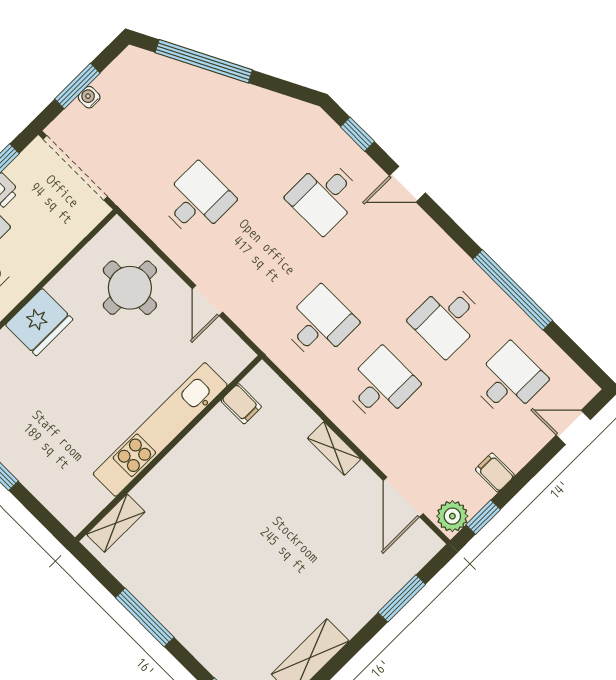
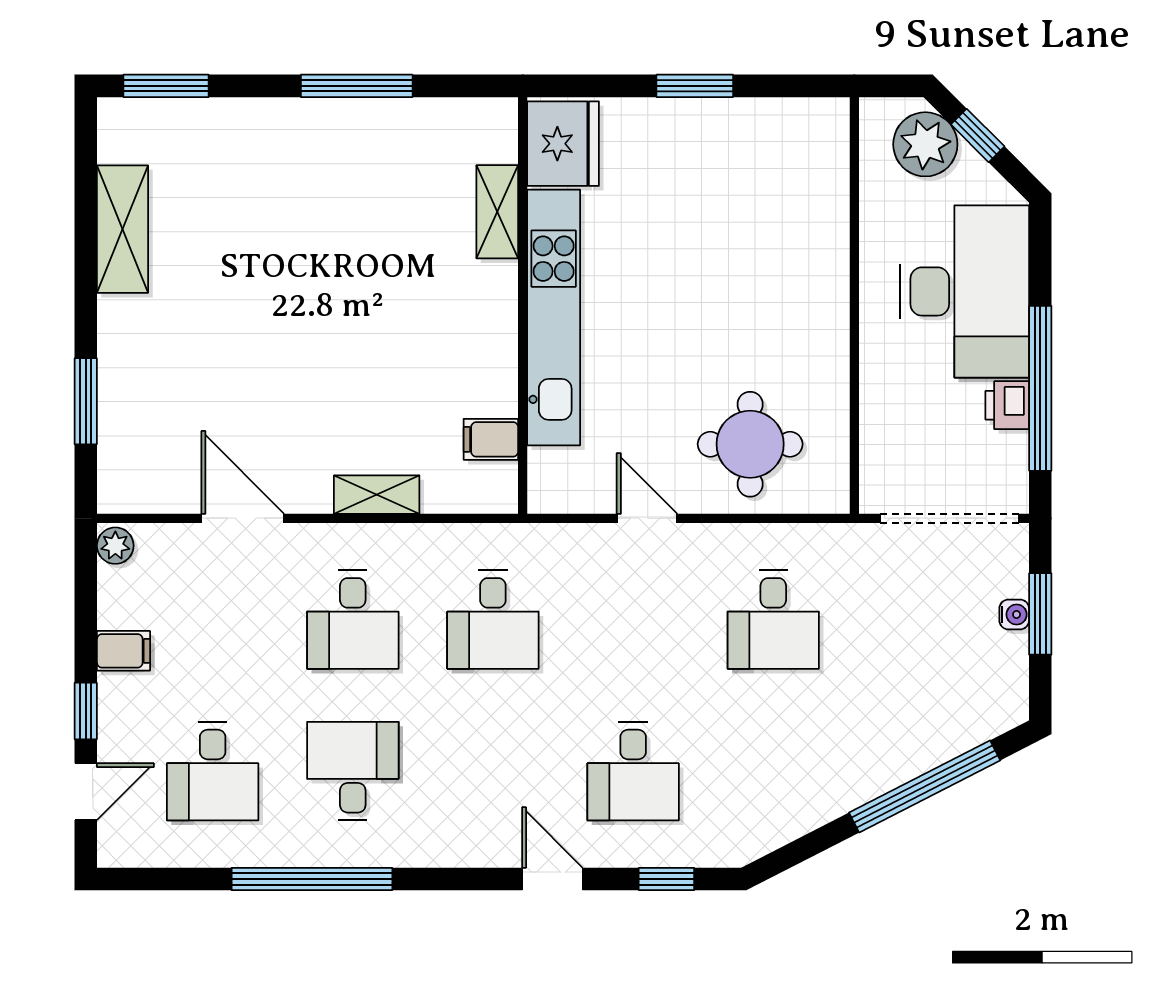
door: (407, 184) -> (552, 879), hinge flipped
desk: (325, 196) -> (633, 771), turned 180
fridge: (39, 322) -> (563, 144), moved, turned 180
shelving: (334, 449) -> (377, 495), moved
door: (403, 497) -> (243, 518), moved
plant: (452, 516) -> (115, 546), width x0.73, depth x0.73
window: (483, 517) -> (86, 711), moved
shelving: (116, 523) -> (497, 212), moved

